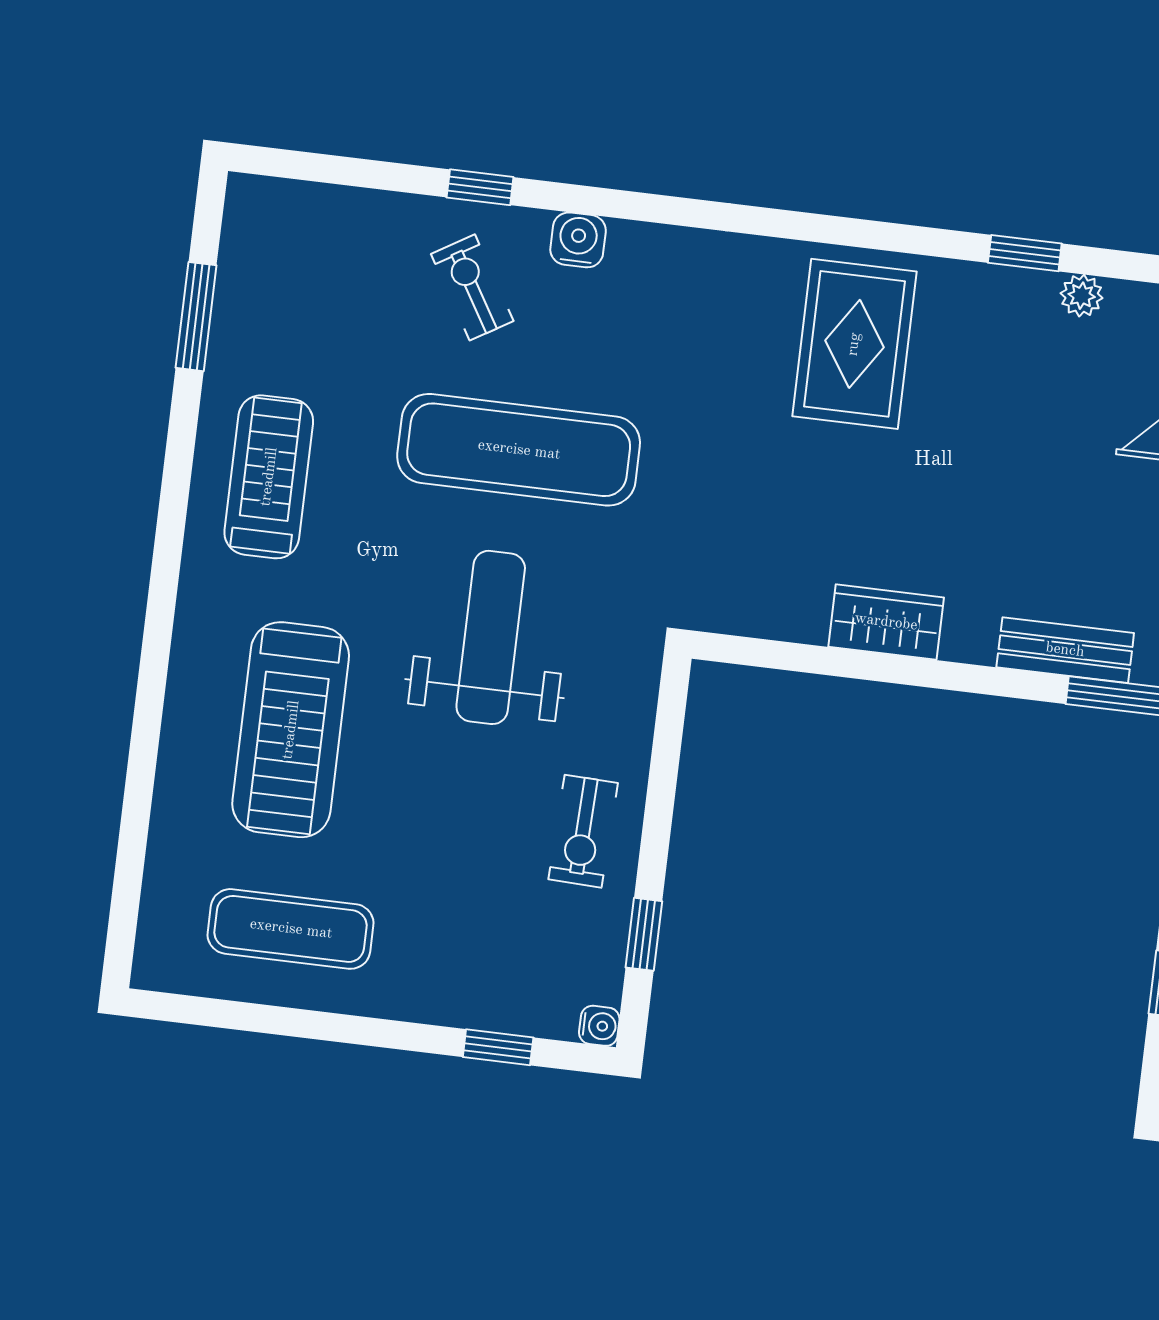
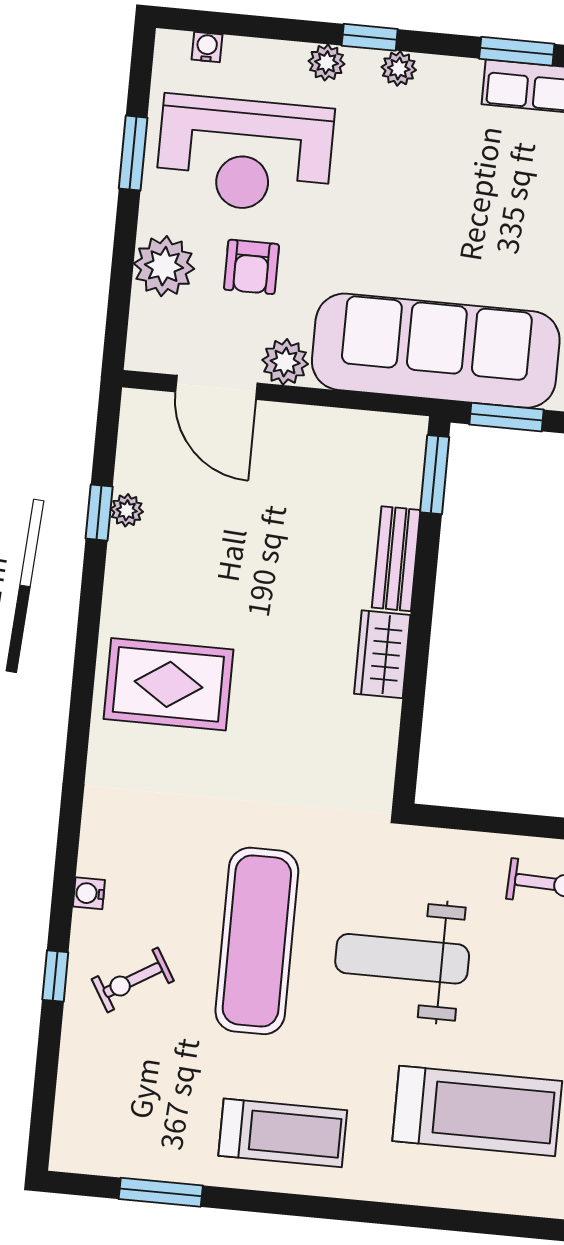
water cooler: (578, 240) -> (89, 893), width x0.72, depth x0.72
window: (1025, 253) -> (99, 513), moved
treadmill: (269, 477) -> (283, 1133), turned 180
bench: (1065, 650) -> (396, 559), moved

